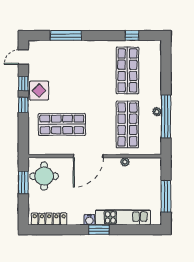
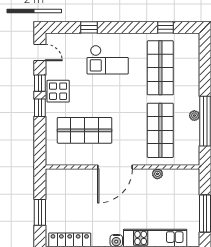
window: (66, 35) -> (89, 27), width x0.46
door: (23, 57) -> (40, 52), swing flipped
checkout: (82, 63) -> (108, 60), added
round table: (44, 176) -> (64, 190), removed
window: (23, 182) -> (40, 212), moved

